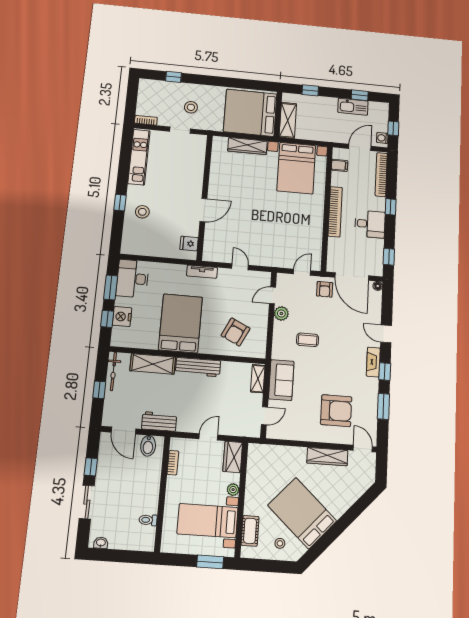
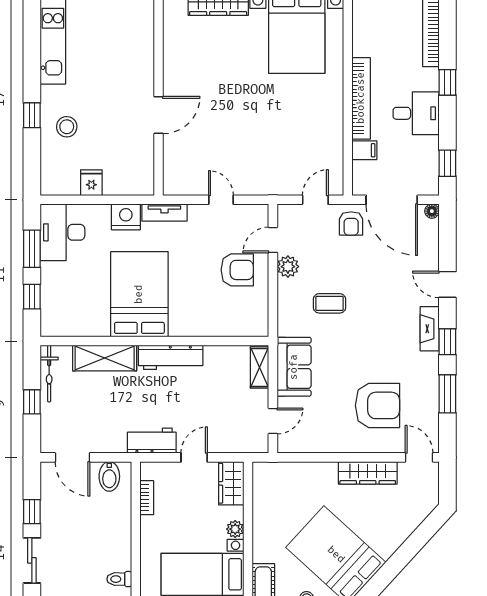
filing cabinet: (340, 165) -> (364, 150), moved
fridge: (189, 244) -> (91, 183), moved, turned 90
nightstand: (122, 317) -> (126, 217), moved, turned 90
armchair: (235, 332) -> (237, 270), moved, turned -116
workbench: (159, 421) -> (152, 441), moved

